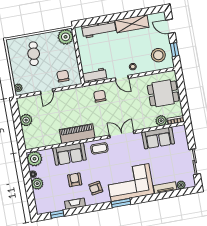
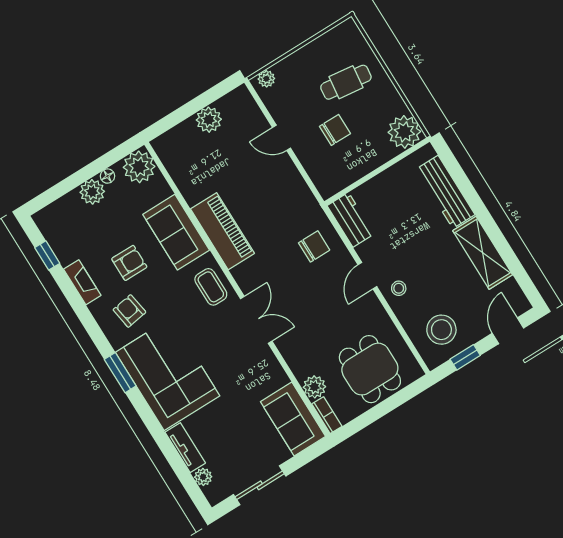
chair: (63, 76) -> (335, 130), moved
sofa: (158, 138) -> (293, 419), moved

